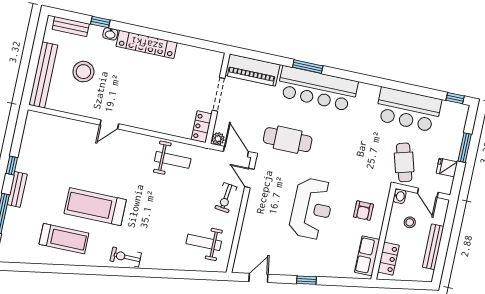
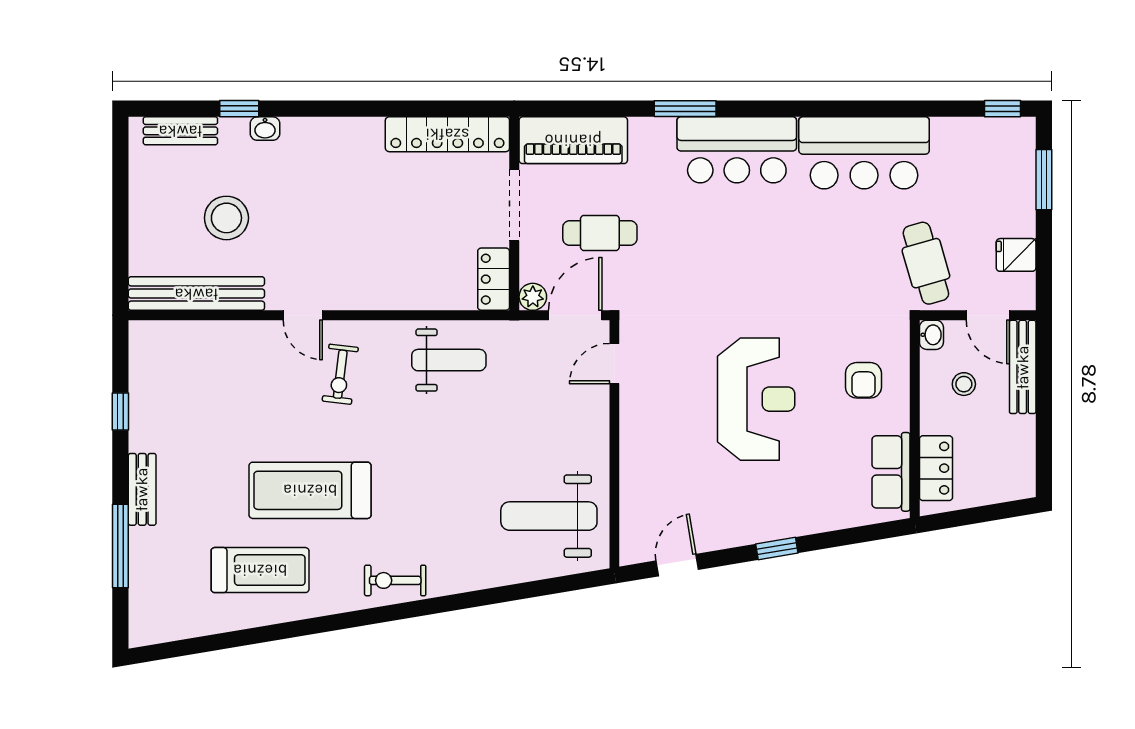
locker: (147, 44) -> (447, 134), moved
bench: (43, 75) -> (196, 294), moved, turned 90
bar counter: (317, 89) -> (737, 150), width x0.73
bar counter: (408, 110) -> (864, 153), moved
door: (109, 124) -> (303, 315), hinge flipped
cafe table: (288, 140) -> (600, 233), moved, width x0.73, depth x0.74
window: (465, 148) -> (1044, 180), moved
door: (236, 152) -> (575, 315), hinge flipped
window: (12, 166) -> (120, 412), moved
door: (249, 178) -> (614, 364), hinge flipped
exercise bike: (226, 198) -> (340, 374), moved
weight bench: (204, 242) -> (549, 516), width x1.36, depth x1.33
bench: (433, 247) -> (1023, 367), moved

